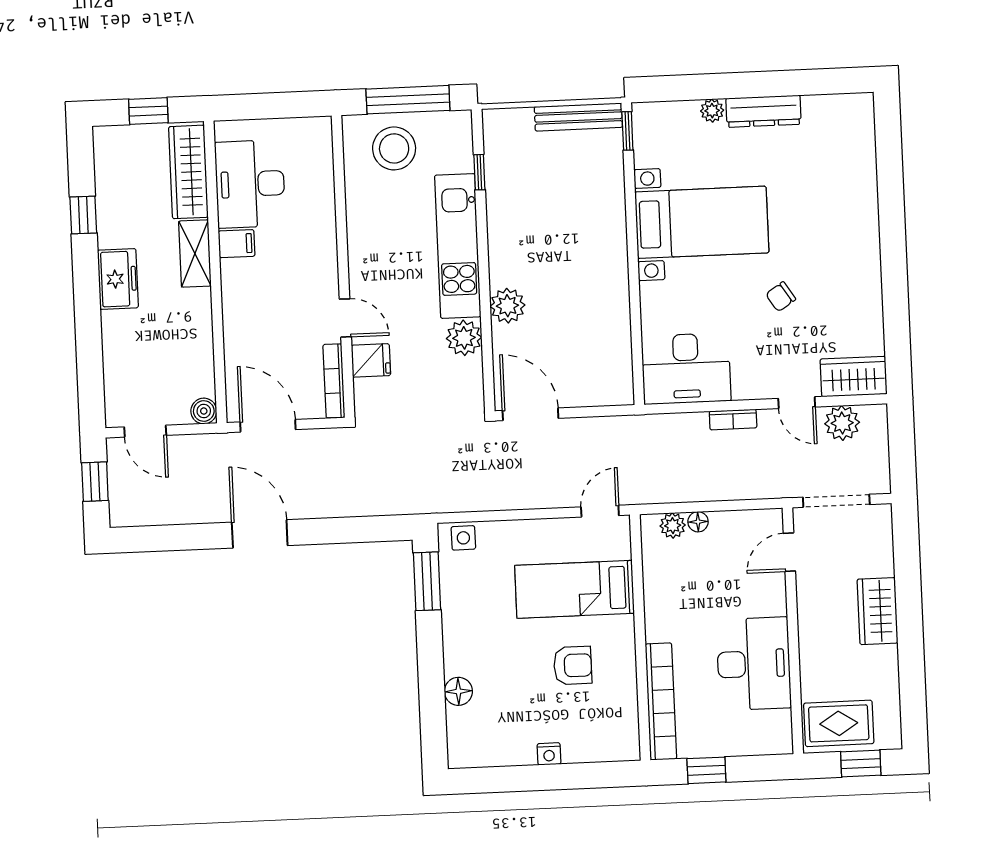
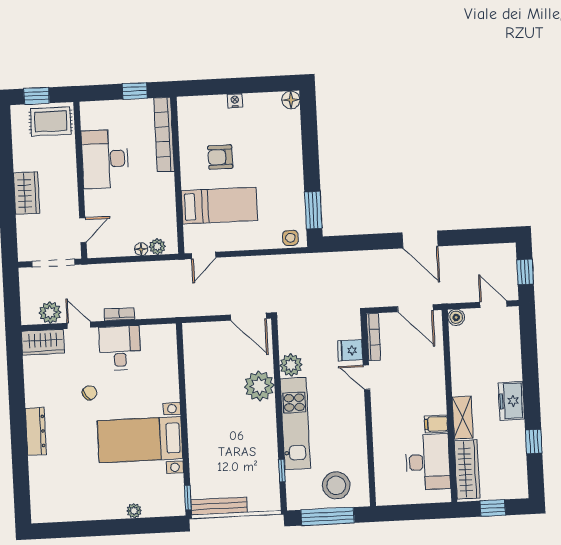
dresser: (764, 111) -> (36, 431), moved, turned 90
plant: (507, 306) -> (259, 386), width x1.36, depth x1.36
desk: (686, 369) -> (120, 348), moved, width x0.73
floor lamp: (458, 691) -> (291, 100), moved

